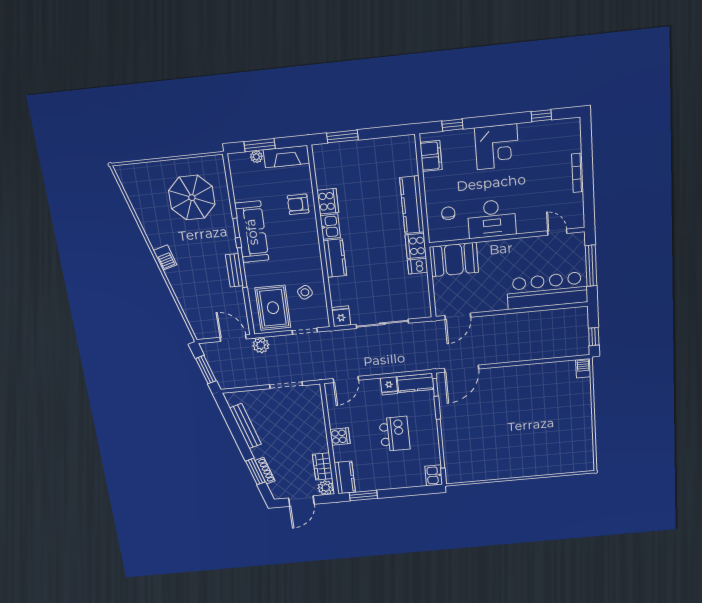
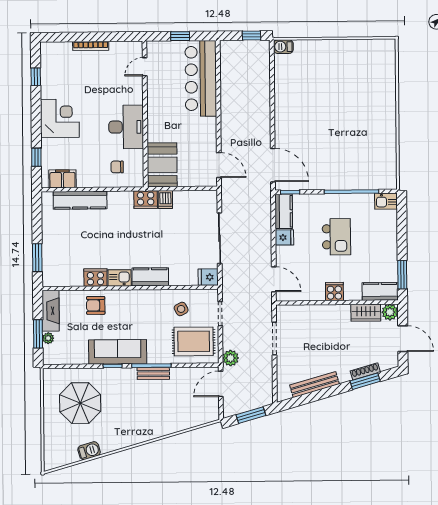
armchair: (298, 204) -> (96, 305), turned 90
kitchen counter: (412, 205) -> (80, 200), moved
barbecue: (165, 258) -> (89, 451), moved
window: (591, 266) -> (180, 36), width x0.46
kitchen island: (394, 434) -> (336, 237), turned 90

